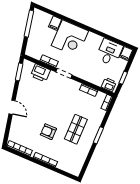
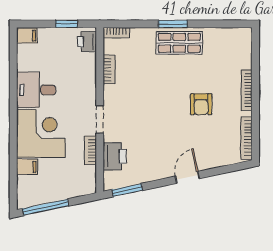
desk: (109, 52) -> (36, 90), moved
shop shelf: (76, 129) -> (179, 43), moved

